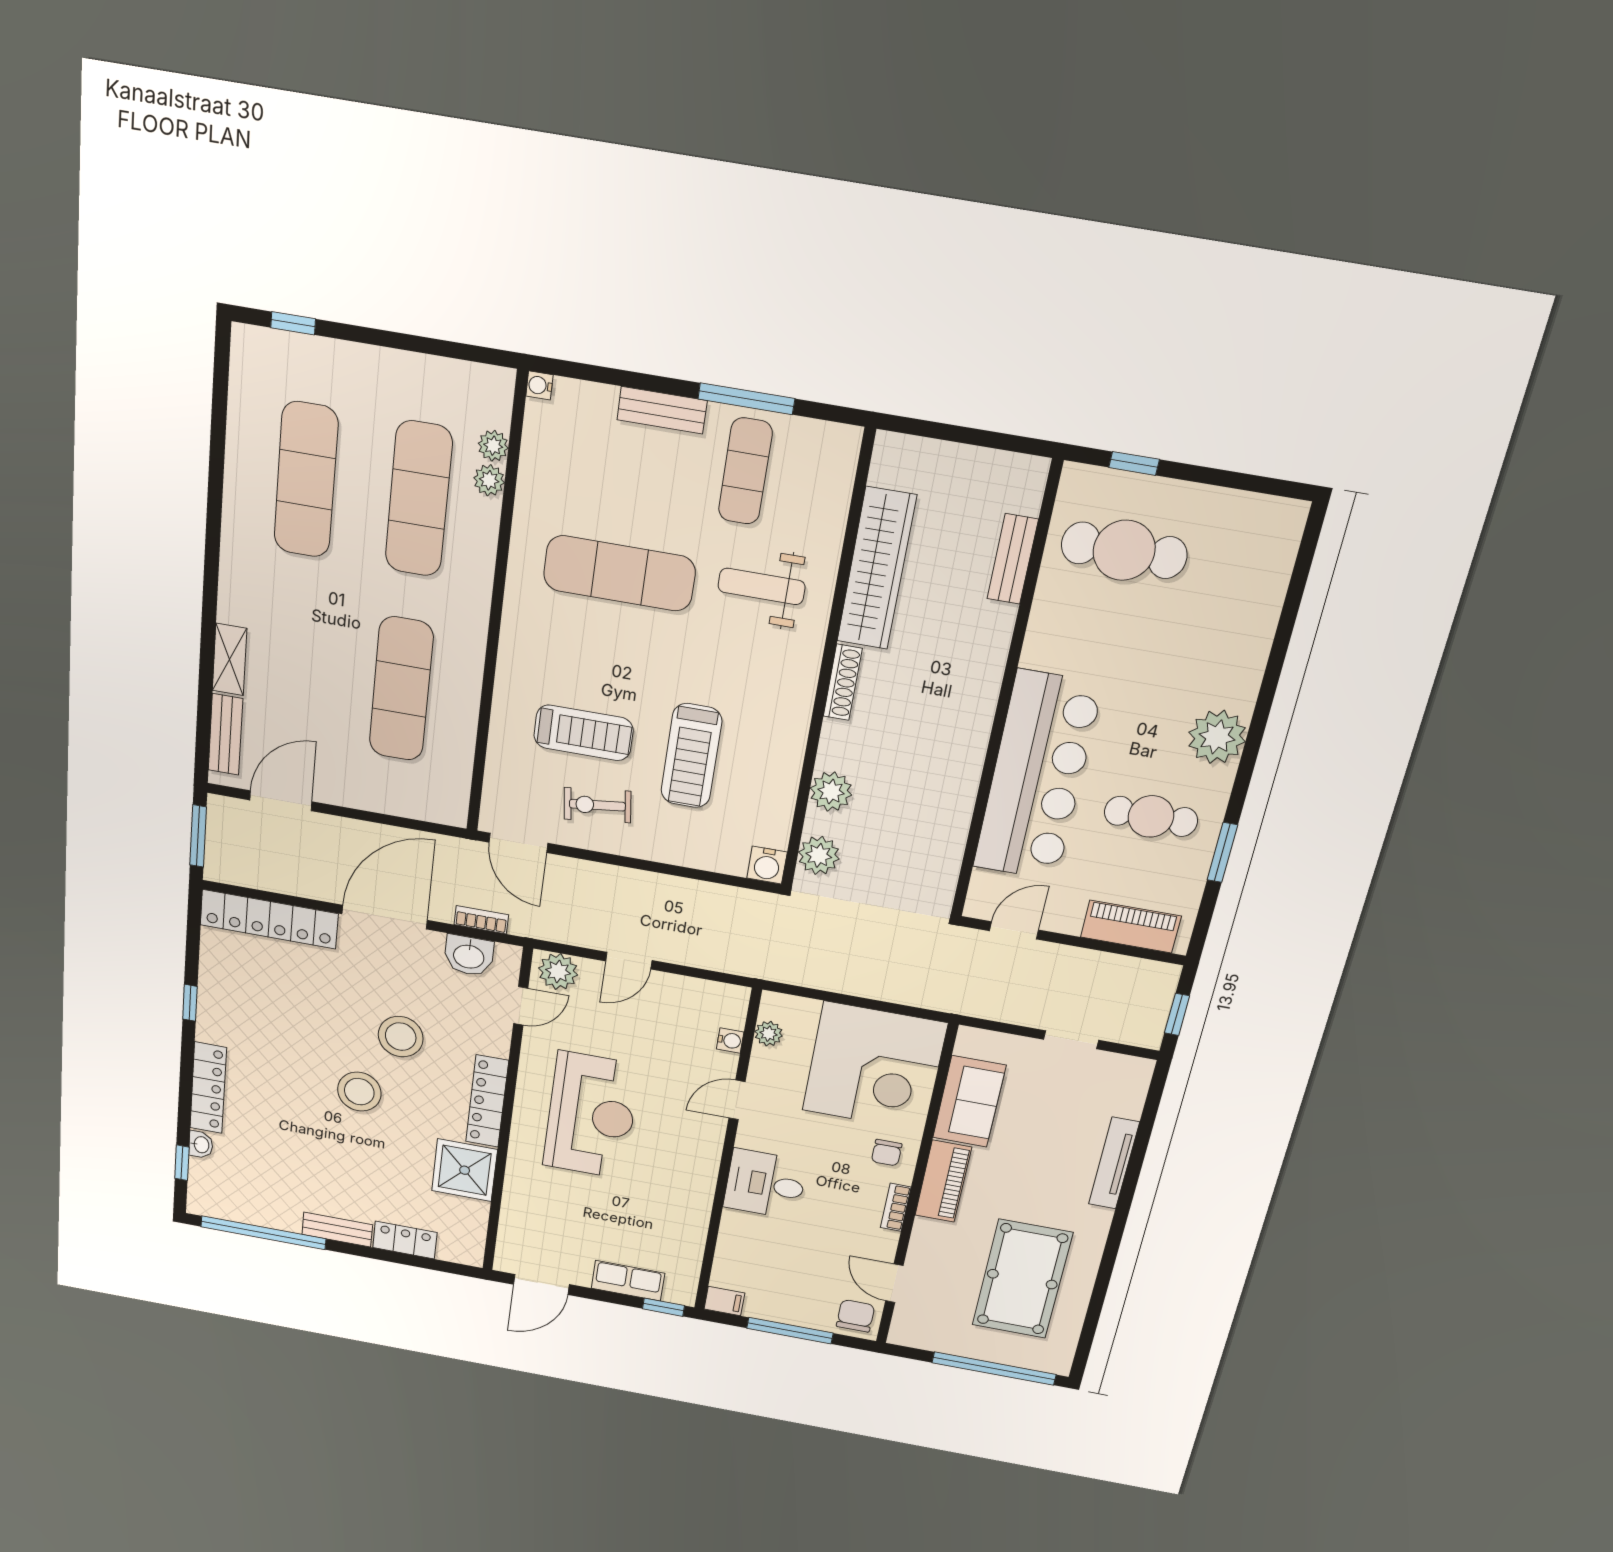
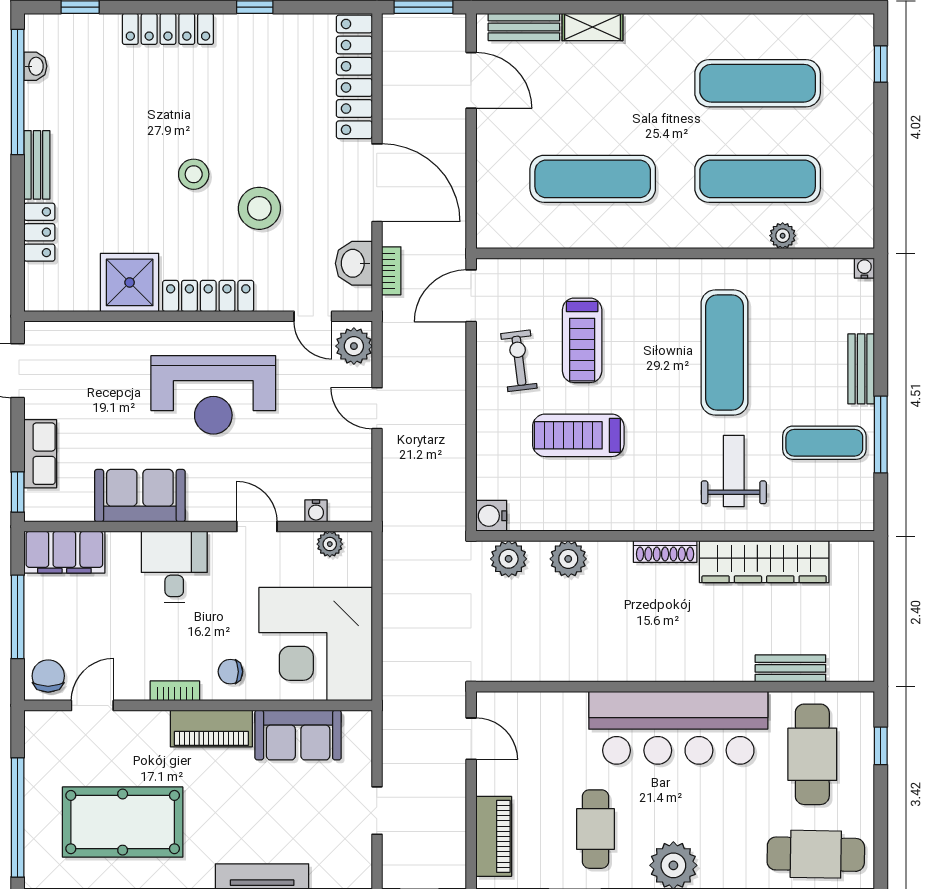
plant: (493, 446) -> (811, 236), removed
cafe table: (1249, 567) -> (816, 854), added
bar counter: (1037, 776) -> (678, 728), moved
stool: (359, 1092) -> (194, 174), width x0.73, depth x0.73
washbasin: (201, 1145) -> (35, 66), moved, turned -90
sofa: (686, 1201) -> (140, 496), added
filing cabinet: (724, 1301) -> (64, 552), width x3.00, depth x1.17
chair: (856, 1316) -> (48, 676), turned -90

